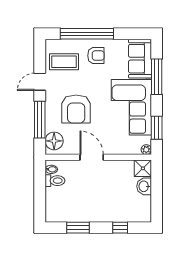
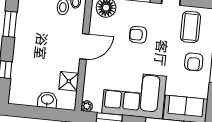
armchair: (76, 109) -> (138, 35), width x0.53, depth x0.53
shower: (143, 168) -> (69, 81), moved

